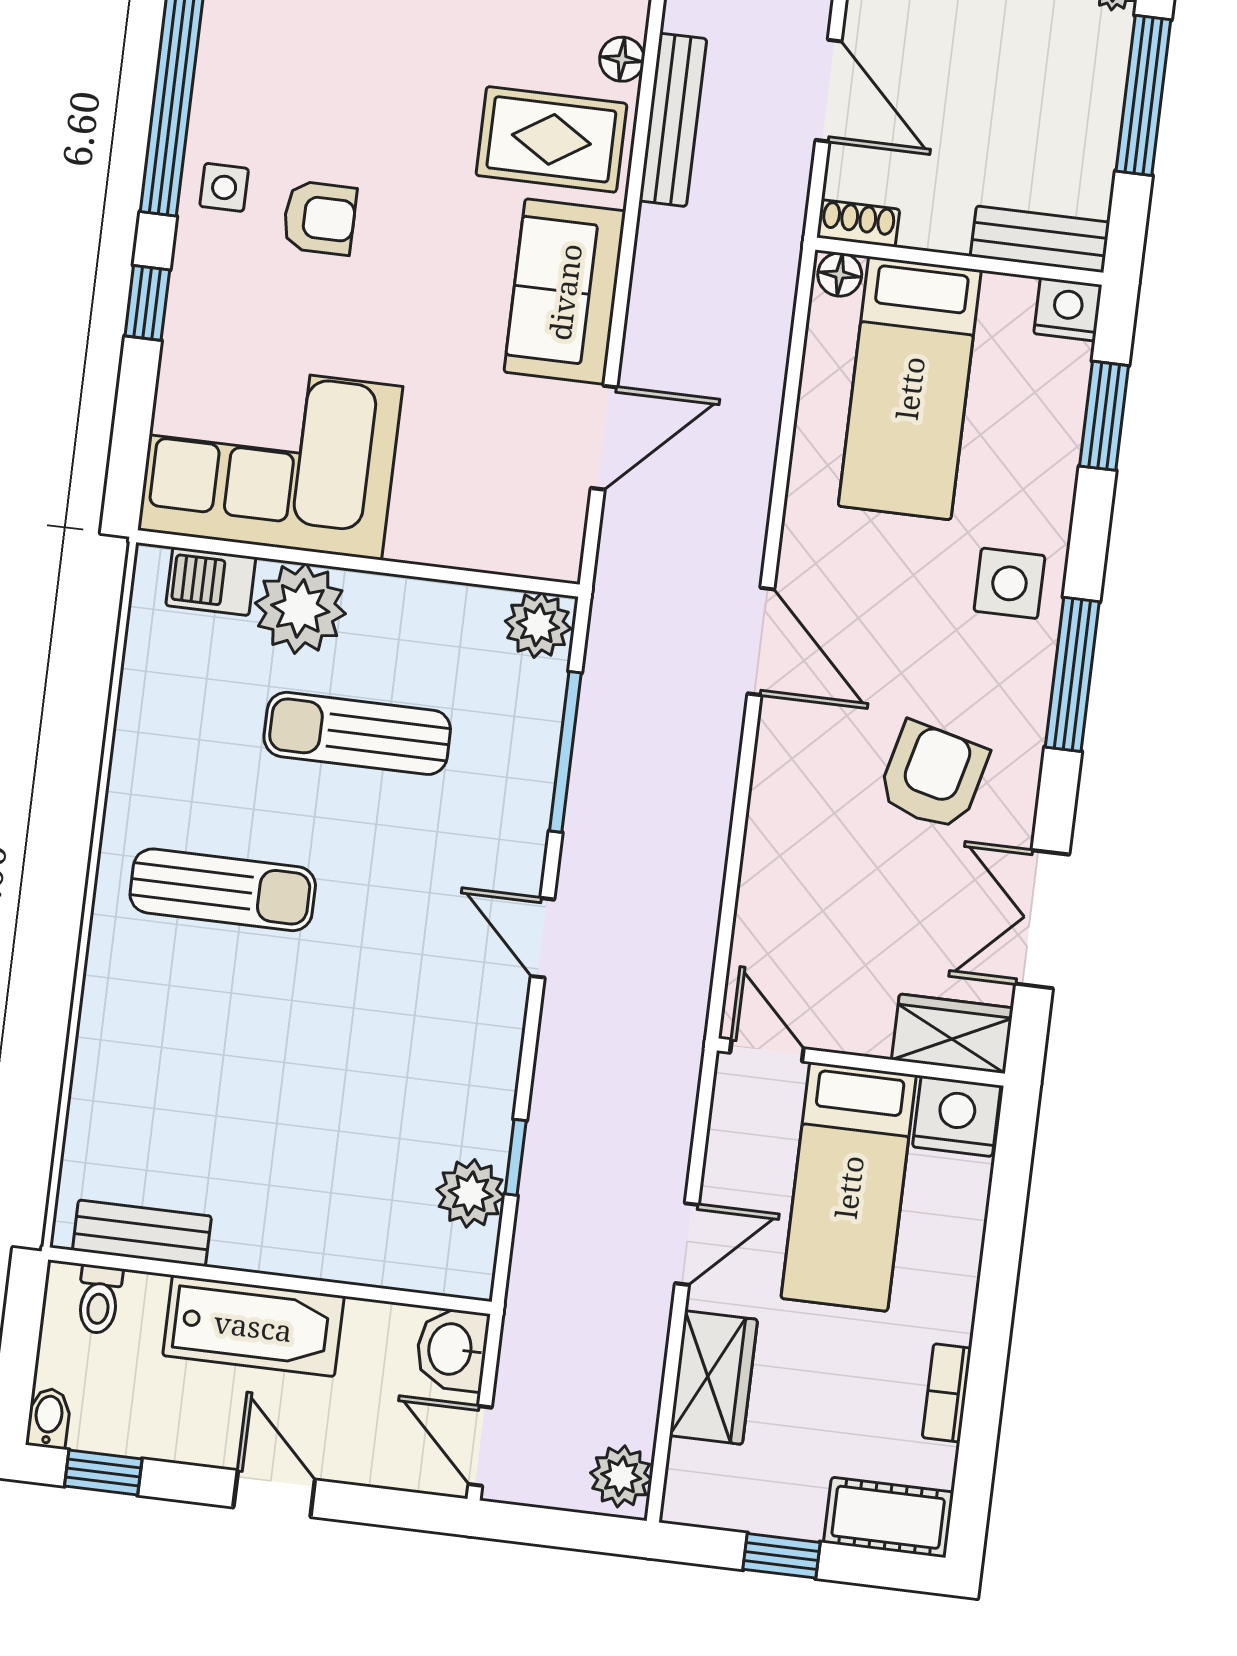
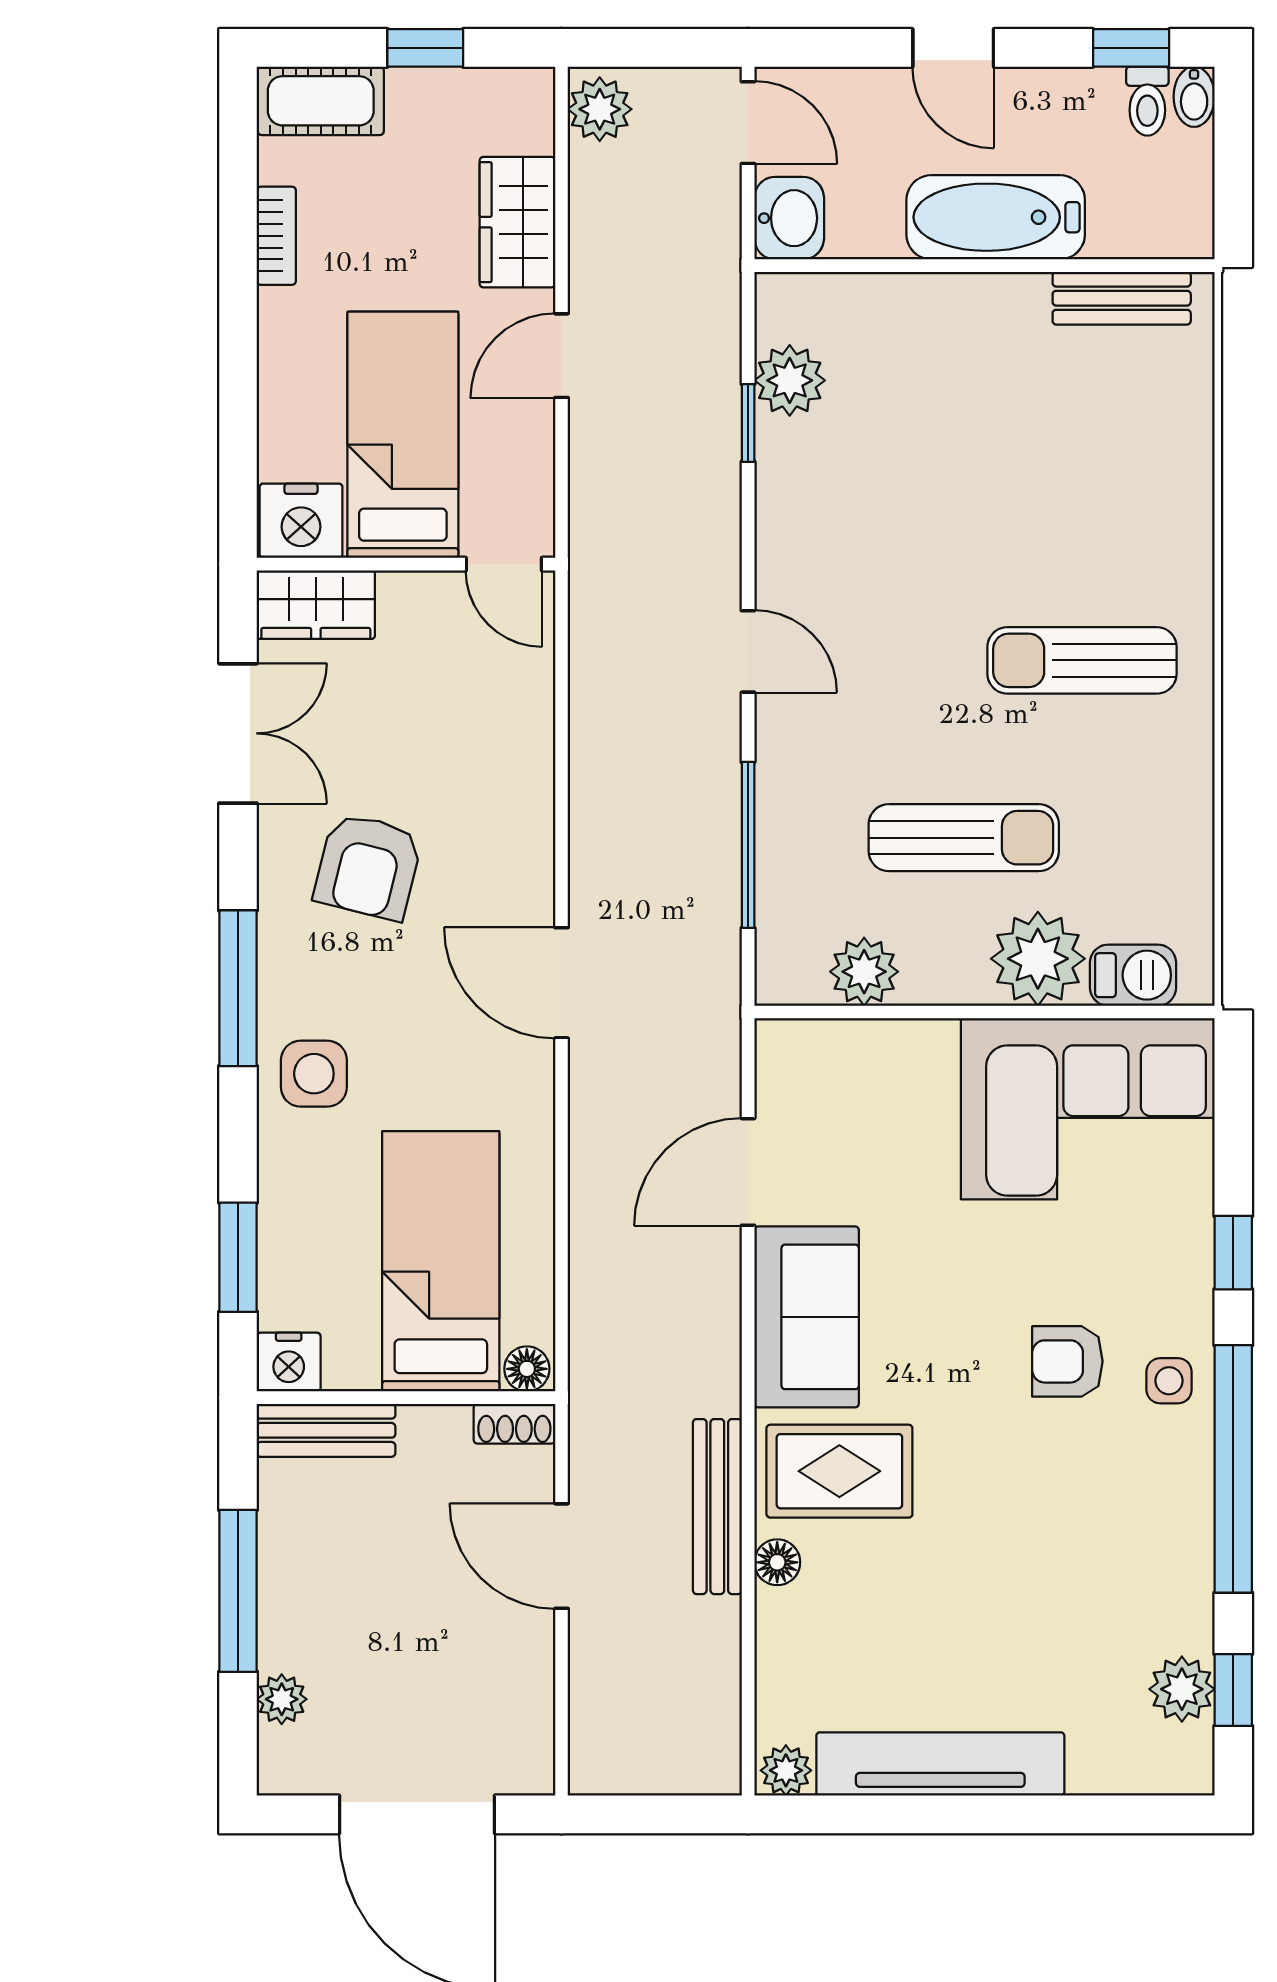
plant: (538, 625) -> (864, 972), moved
toilet: (99, 1299) -> (1147, 101), moved, turned 180

